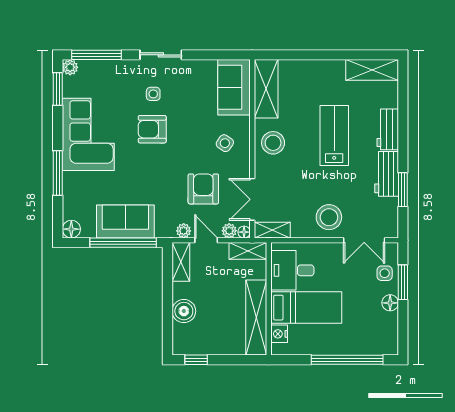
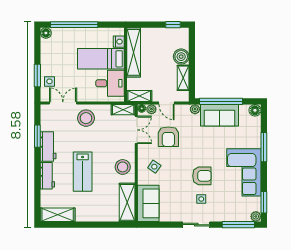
plant: (184, 231) -> (195, 109), moved
shelving: (181, 262) -> (183, 78), moved
floor lamp: (390, 303) -> (46, 33), moved

